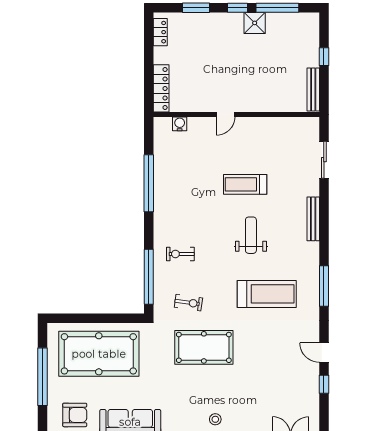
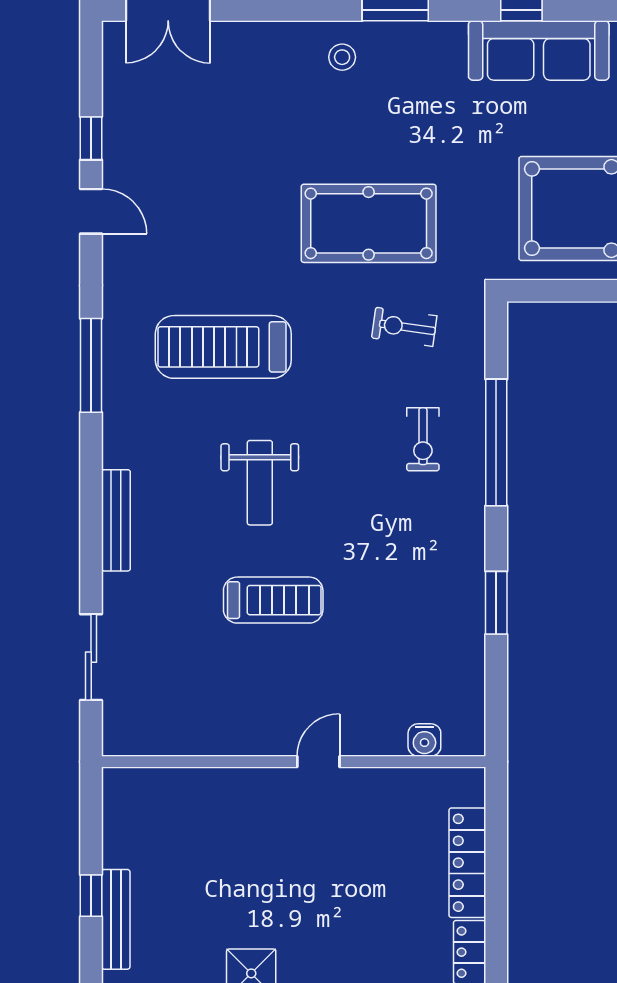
locker: (161, 88) -> (467, 863), moved
bench: (313, 89) -> (116, 919), moved
window: (149, 183) -> (496, 603), width x0.47
exercise bike: (180, 254) -> (423, 439), turned 90
window: (149, 277) -> (496, 442), moved

